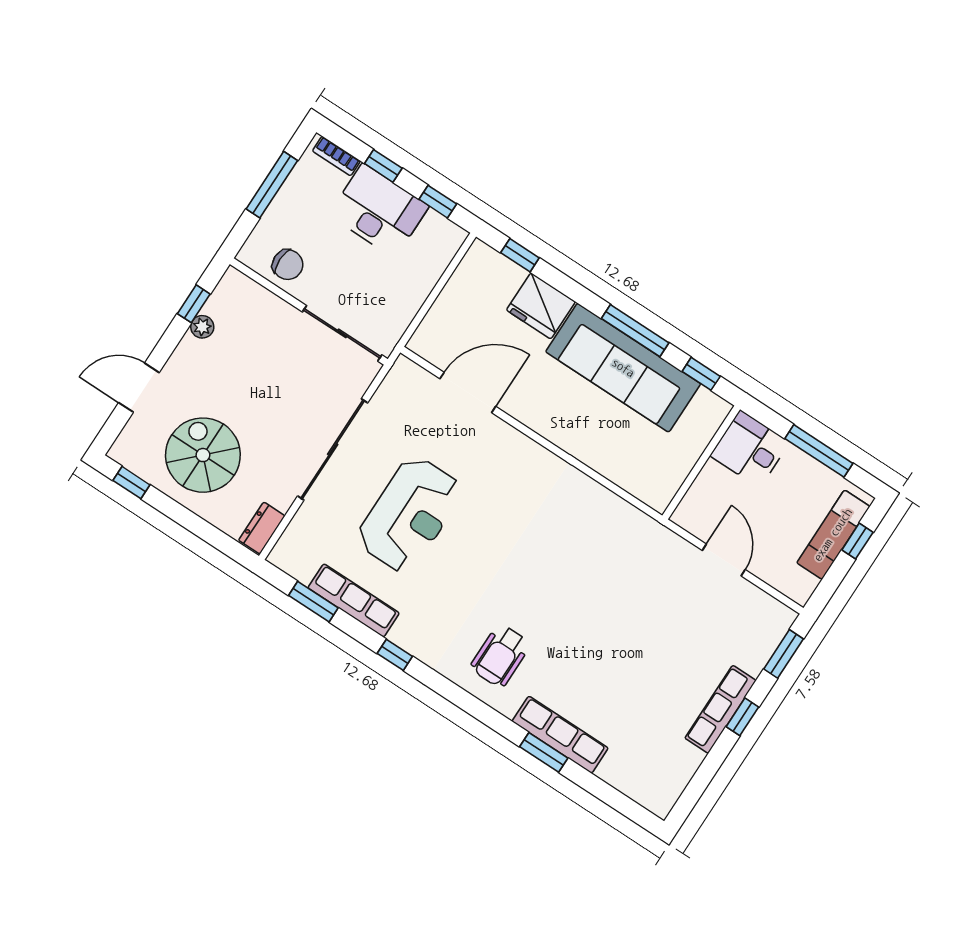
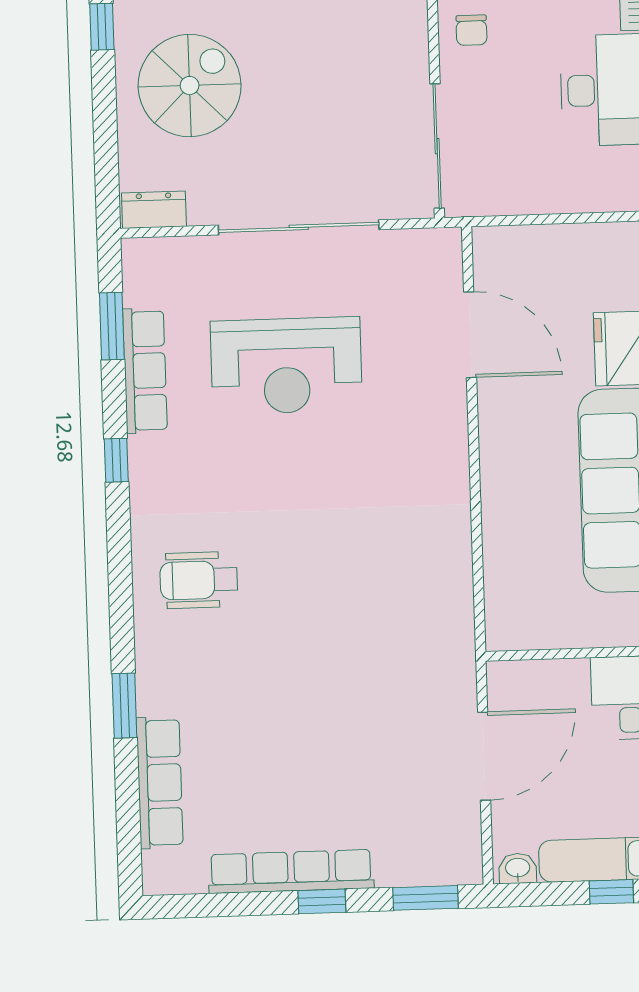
chair: (288, 265) -> (471, 30), width x0.73, depth x0.73
door: (724, 560) -> (484, 756), width x1.36
washbasin: (804, 587) -> (518, 868), added
row of seats: (720, 709) -> (291, 871), width x1.36
row of seats: (560, 735) -> (160, 783), moved

